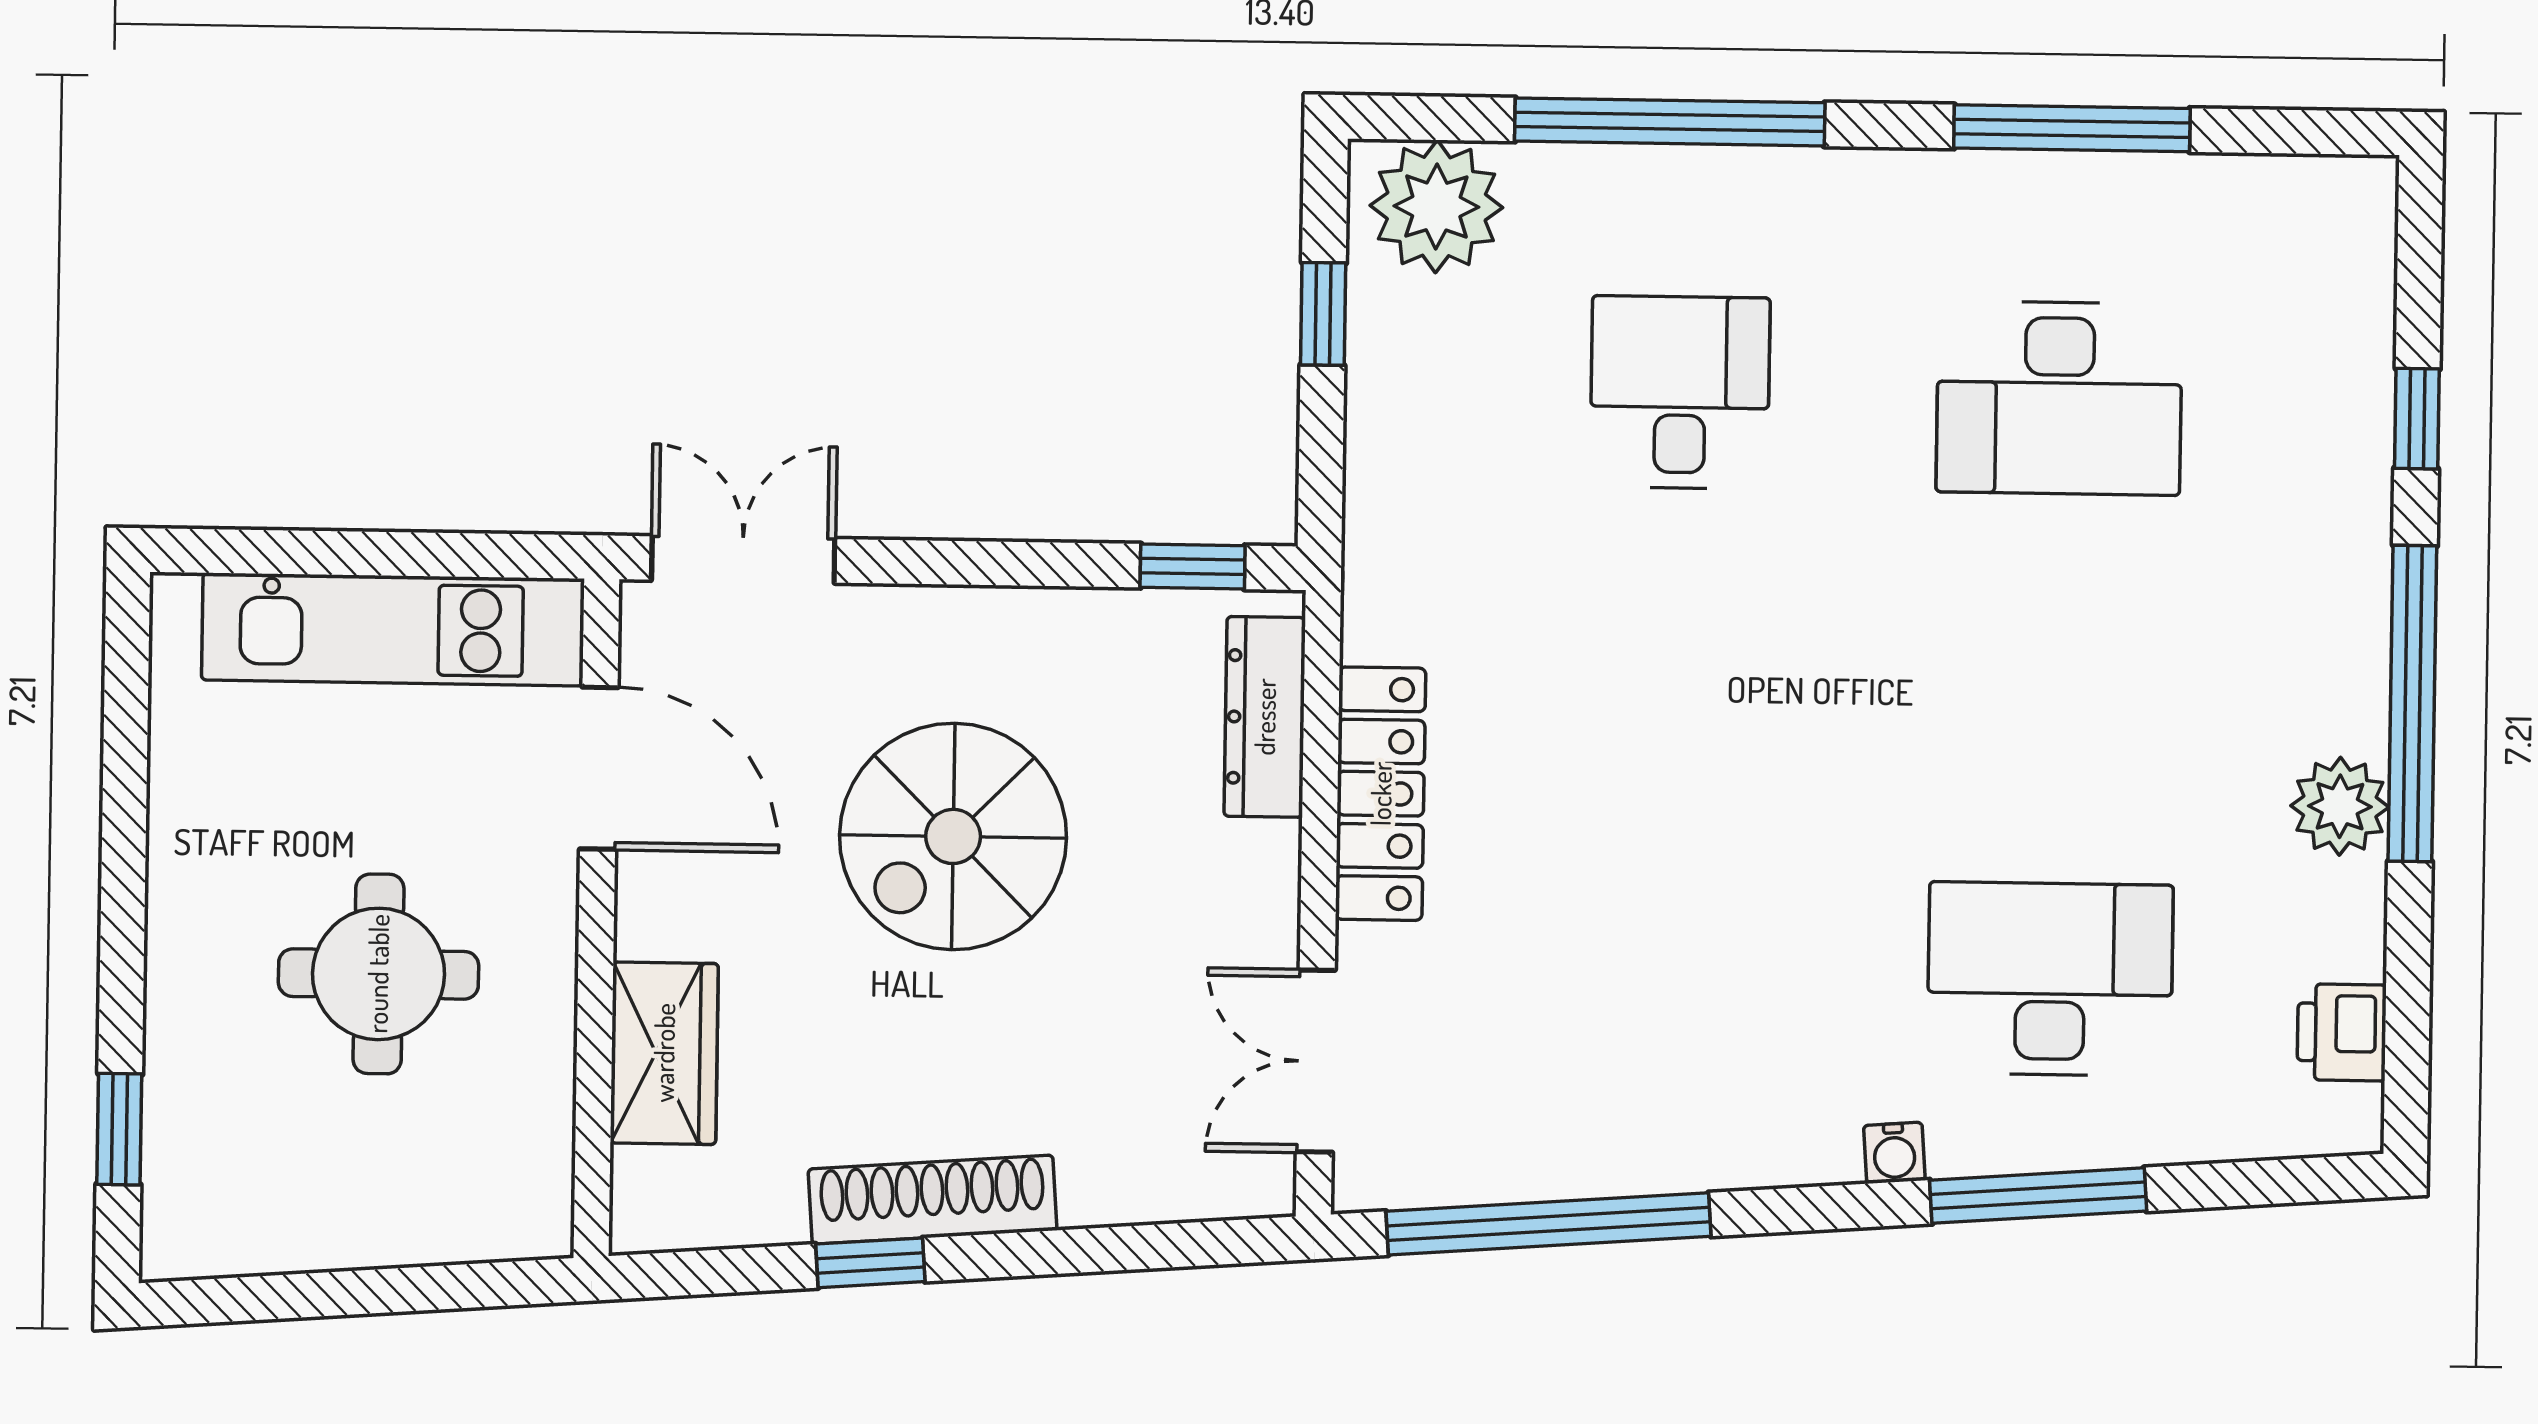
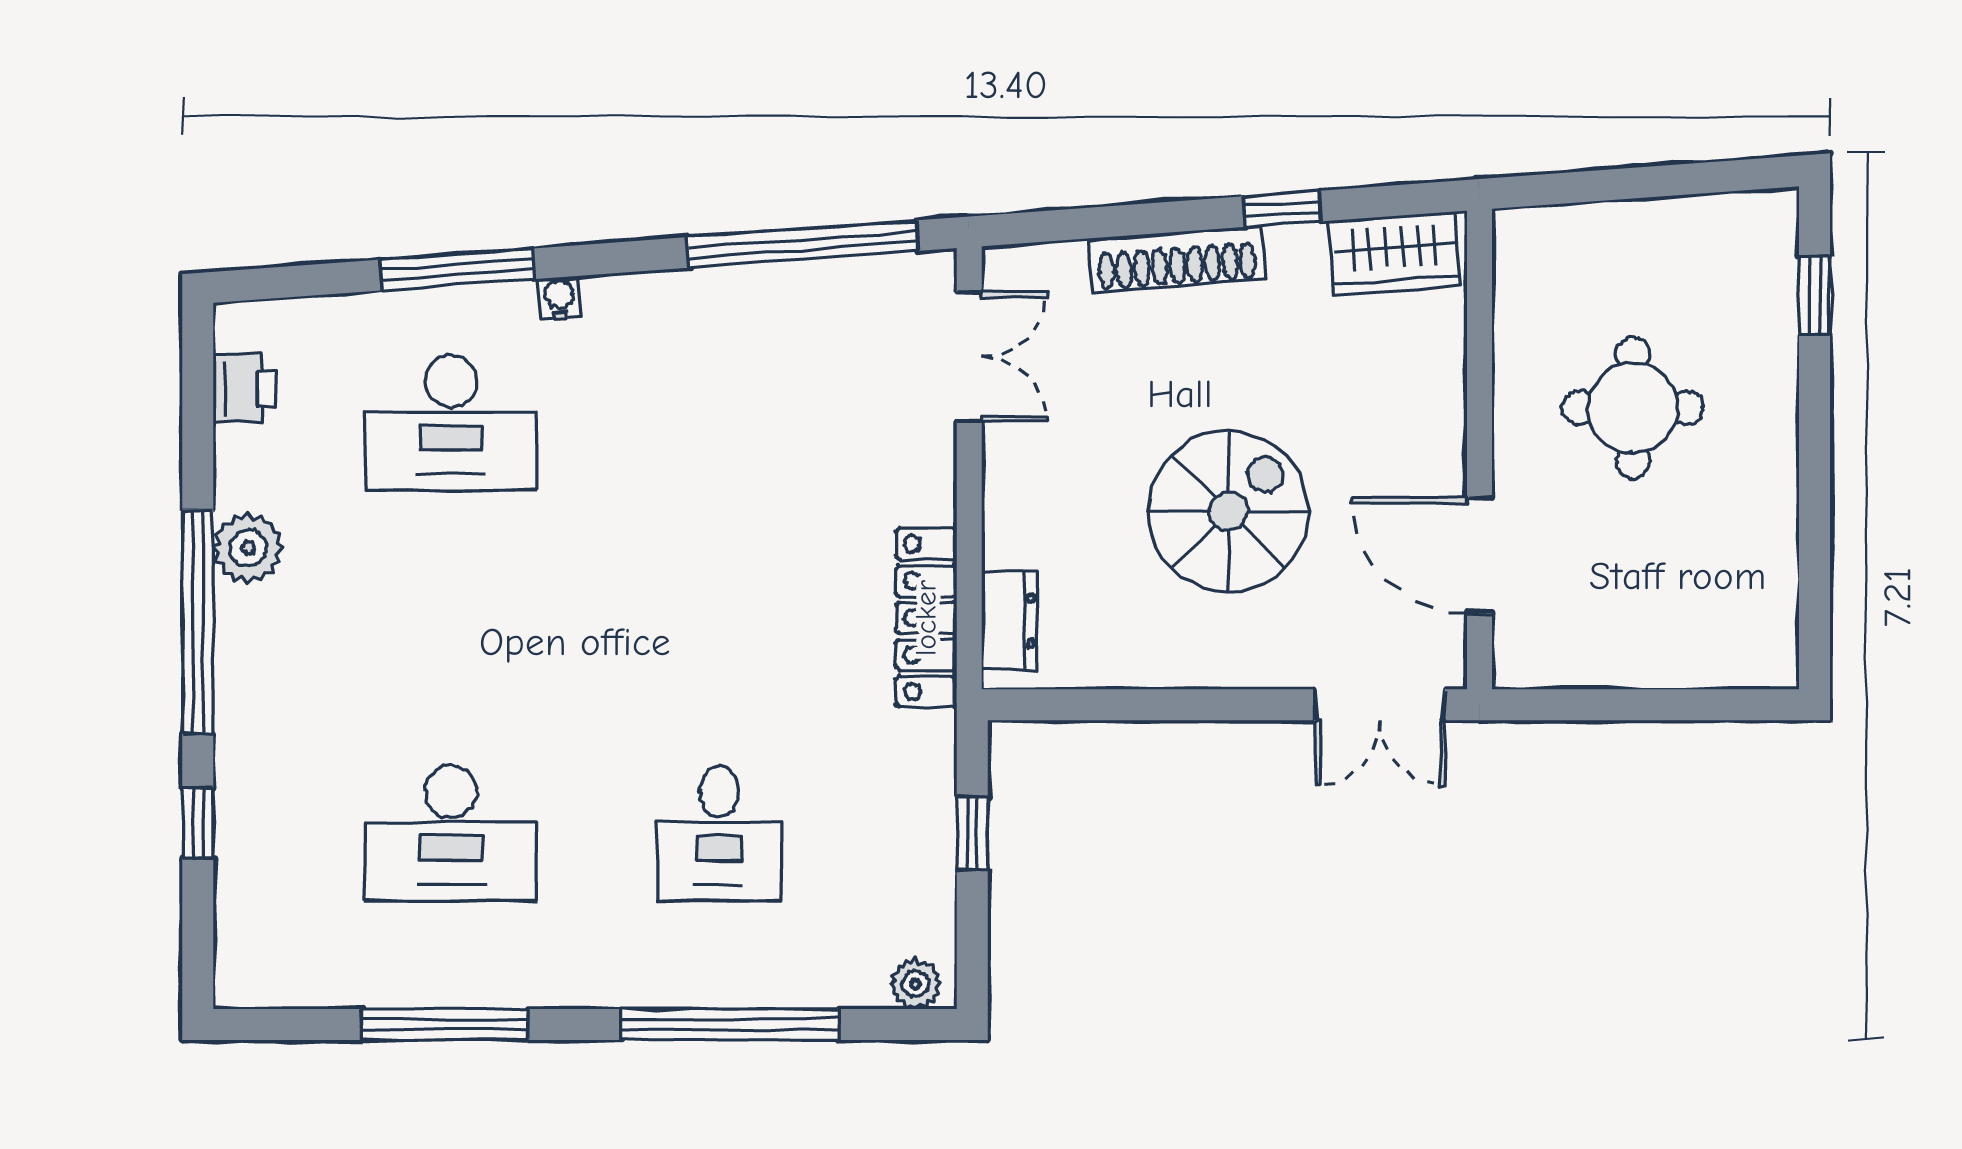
plant: (1436, 206) -> (915, 984), width x0.53, depth x0.53
window: (1323, 314) -> (972, 833), moved
desk: (2059, 398) -> (451, 833), turned 180
window: (1193, 566) -> (1062, 705), removed
kitchen unit: (393, 629) -> (1627, 651), removed
dresser: (1265, 717) -> (1009, 621), width x0.70
locker: (1381, 794) -> (926, 618), moved
wardrobe: (664, 1053) -> (1395, 253), moved, turned -94
shoe rack: (933, 1200) -> (1177, 259), moved

